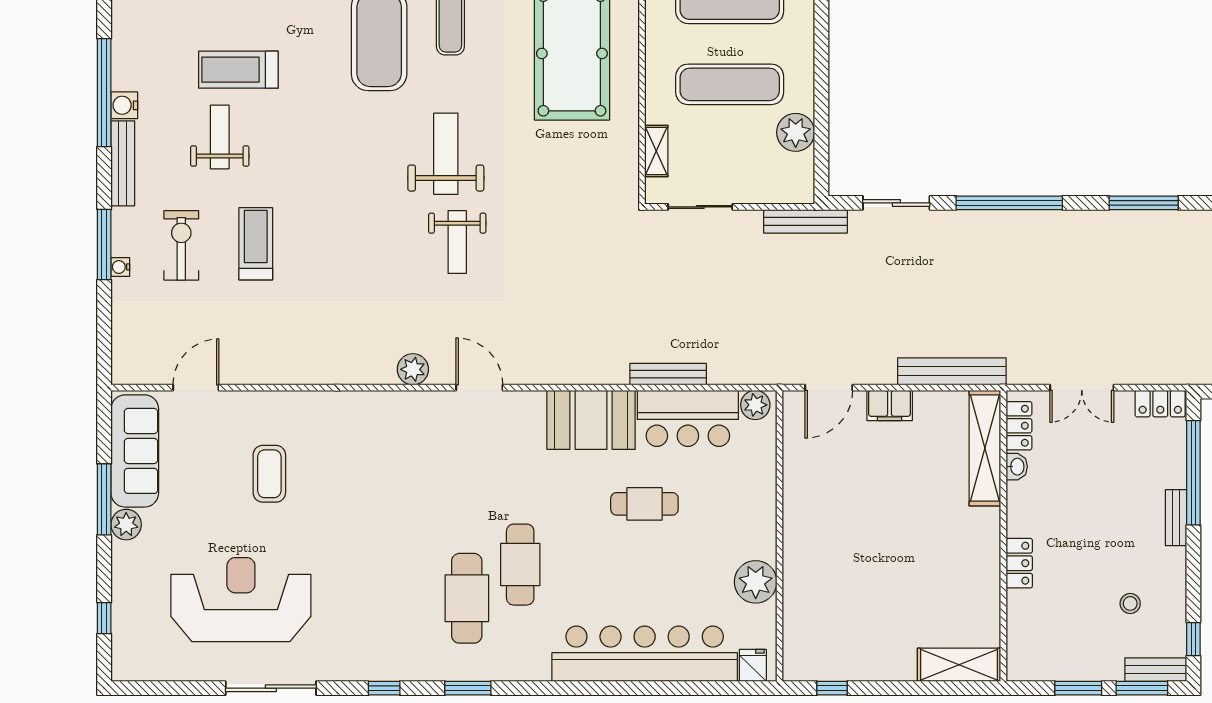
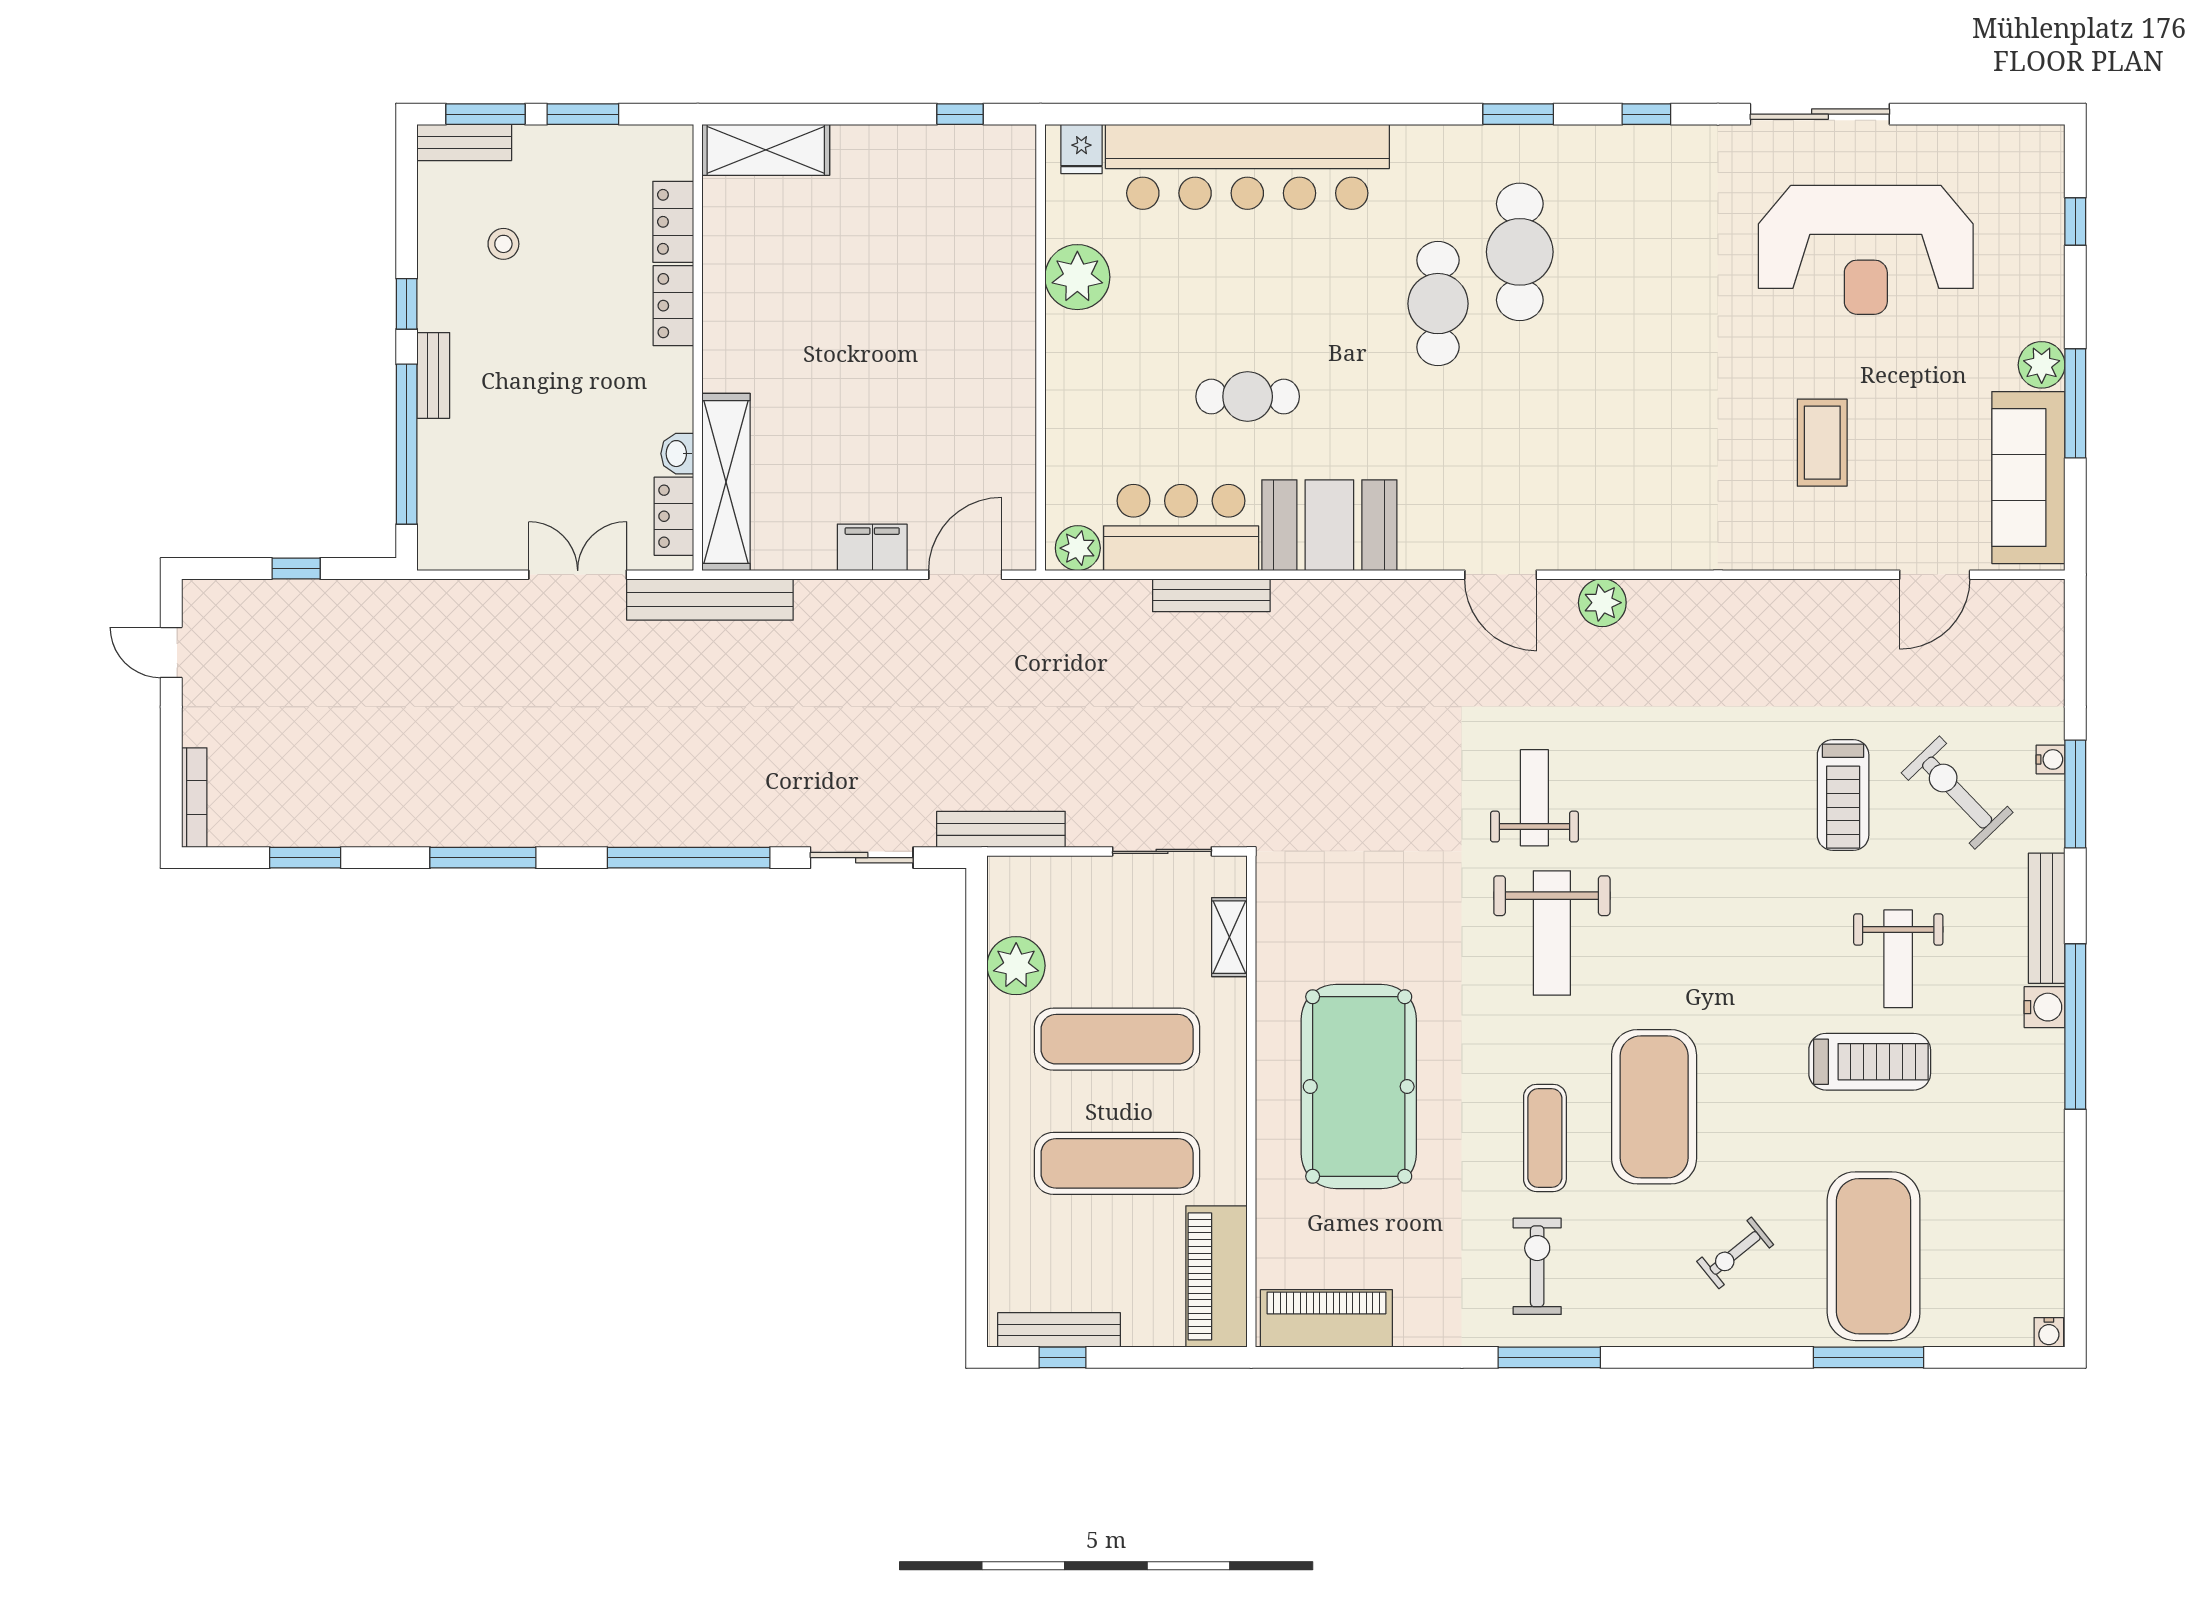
exercise bike: (181, 245) -> (1957, 793), turned 136
bench: (952, 371) -> (710, 600), moved
locker: (1160, 404) -> (673, 222), moved, turned -90
window: (1193, 639) -> (407, 304), moved

